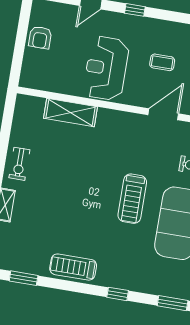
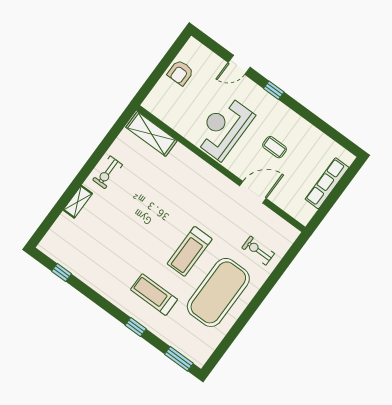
shelving: (70, 113) -> (151, 134), moved
treadmill: (73, 267) -> (154, 295), moved
window: (24, 278) -> (62, 273), width x0.67

